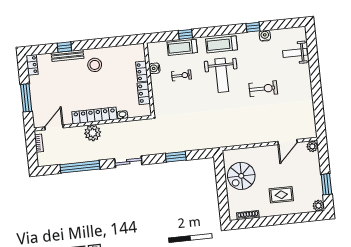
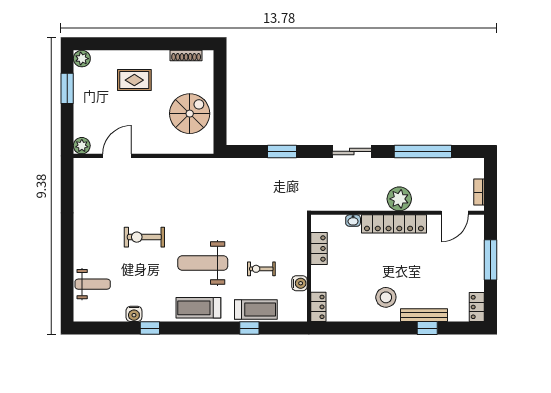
treadmill: (222, 44) -> (198, 308), turned 180
locker: (142, 71) -> (318, 307), moved
weight bench: (222, 75) -> (203, 263), turned -90

